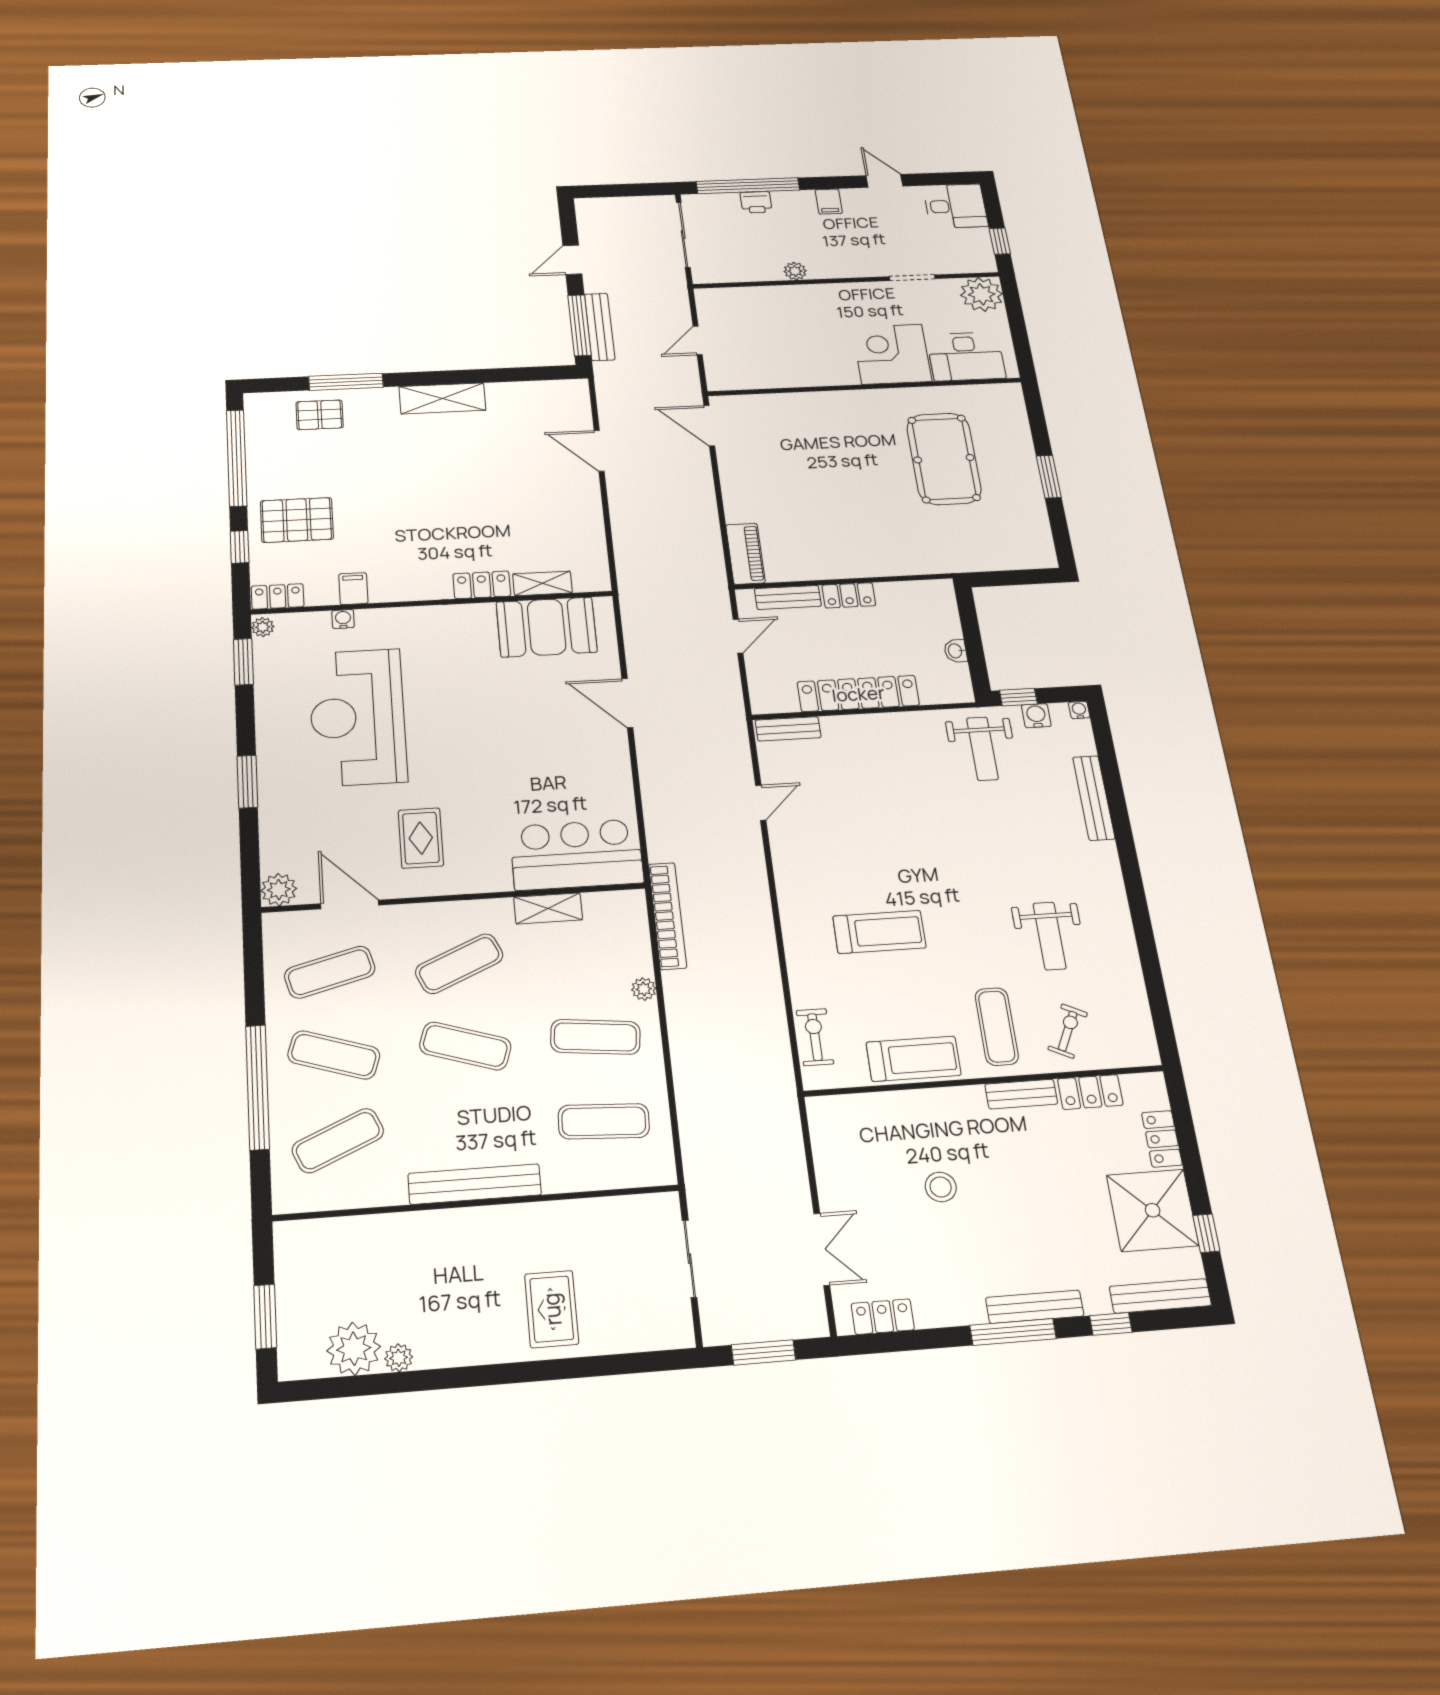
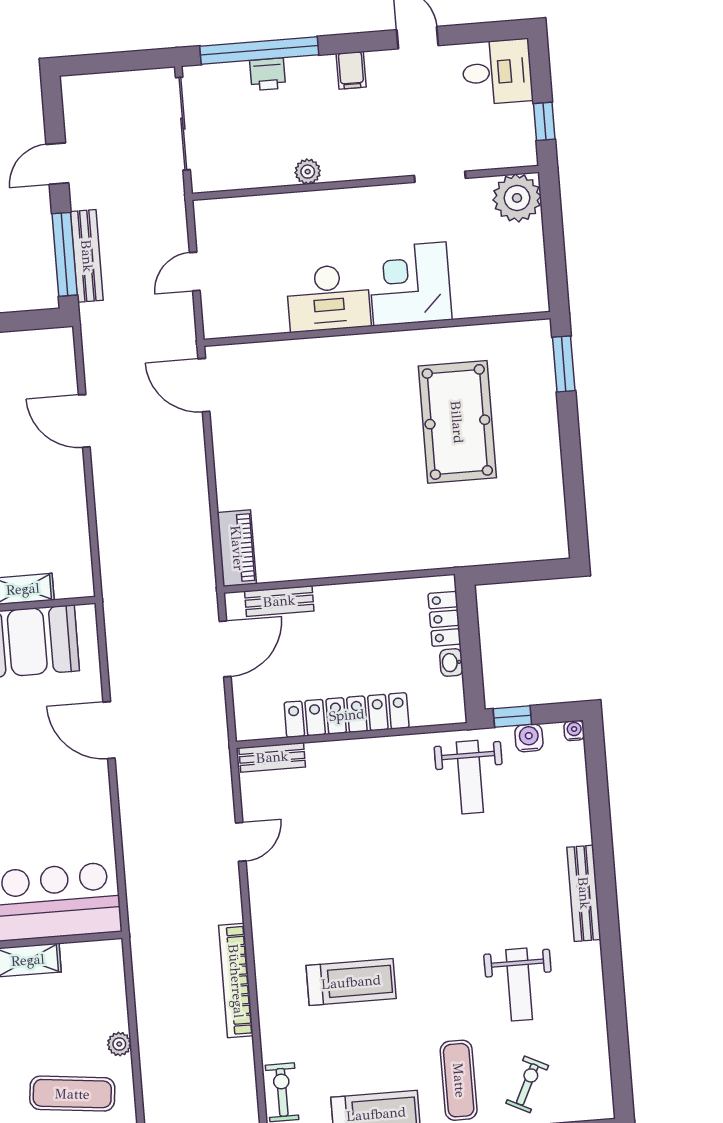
desk: (966, 357) -> (329, 298), moved
window: (1049, 477) -> (564, 364), moved
locker: (849, 595) -> (444, 619), moved, turned 90
door: (738, 636) -> (225, 649), width x1.38
bench: (1094, 798) -> (584, 893), moved
bookcase: (667, 916) -> (236, 981), moved, turned 180

